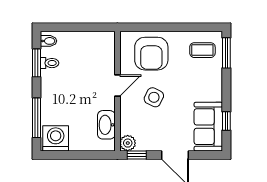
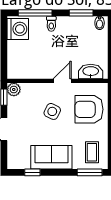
toilet: (50, 63) -> (51, 24), moved
door: (117, 86) -> (62, 81), swing flipped
washbasin: (106, 125) -> (91, 72), moved
sofa: (208, 127) -> (51, 157), moved

